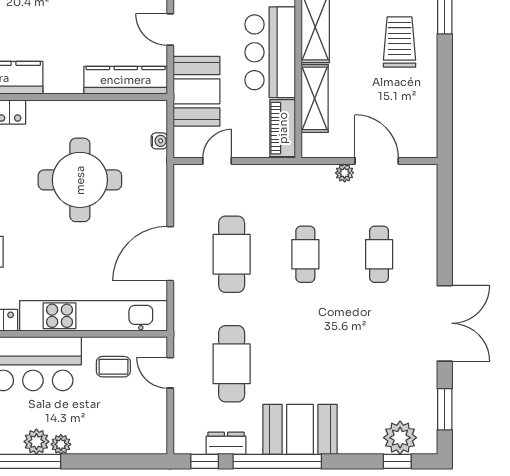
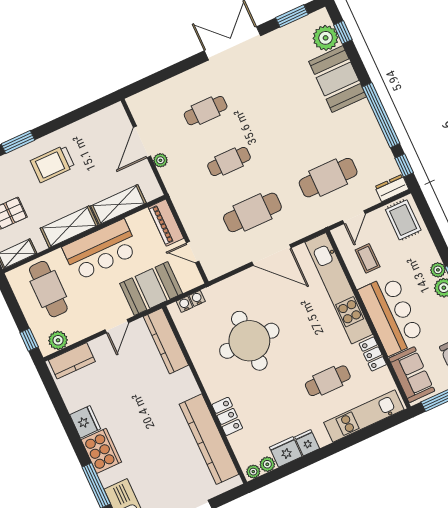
water cooler: (159, 123) -> (185, 304), added
piano: (283, 128) -> (166, 223), moved, turned 90
booth: (300, 429) -> (338, 79), moved
rug: (140, 430) -> (403, 220), added
dresser: (226, 443) -> (392, 188), moved, turned 90

